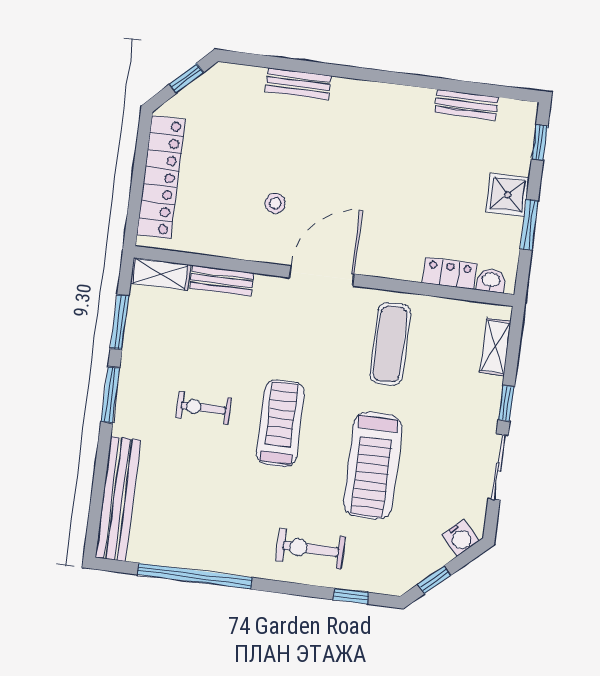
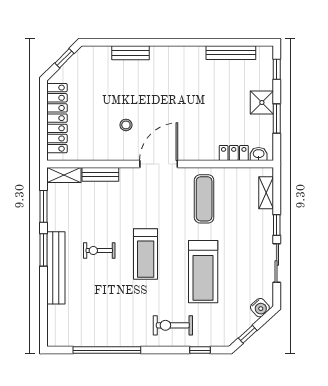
bench: (466, 105) -> (231, 53), width x1.36
treadmill: (280, 424) -> (146, 254), turned 180
bench: (118, 499) -> (56, 268), moved

